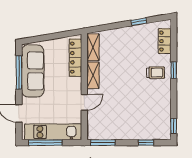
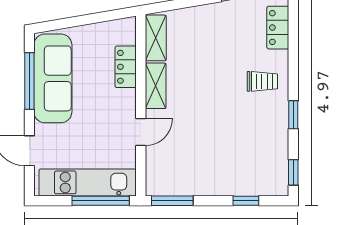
locker: (75, 58) -> (126, 67), width x0.66
window: (174, 70) -> (293, 115), moved
window: (45, 143) -> (101, 201), moved

